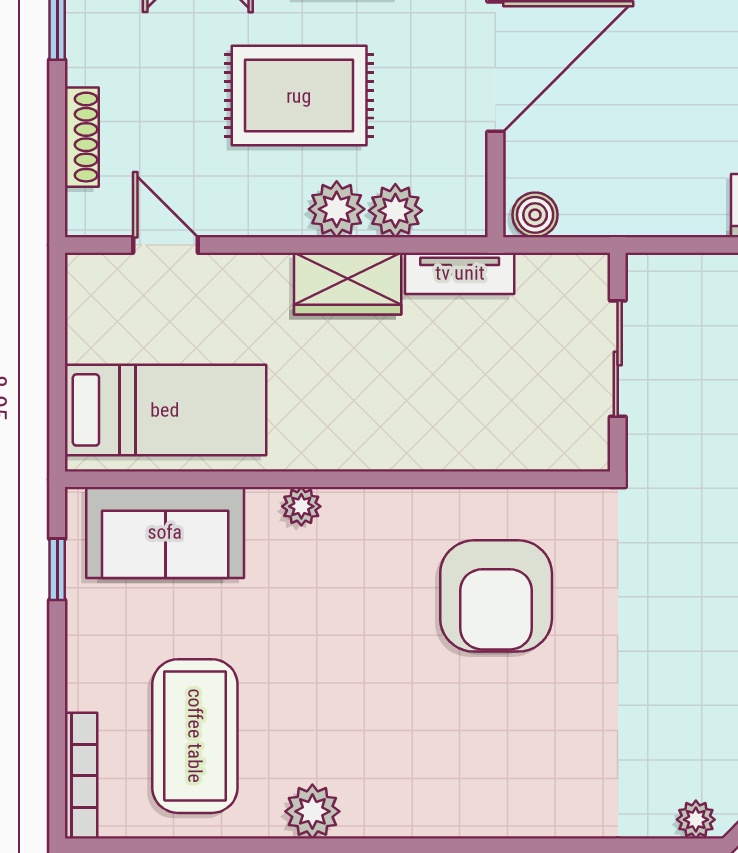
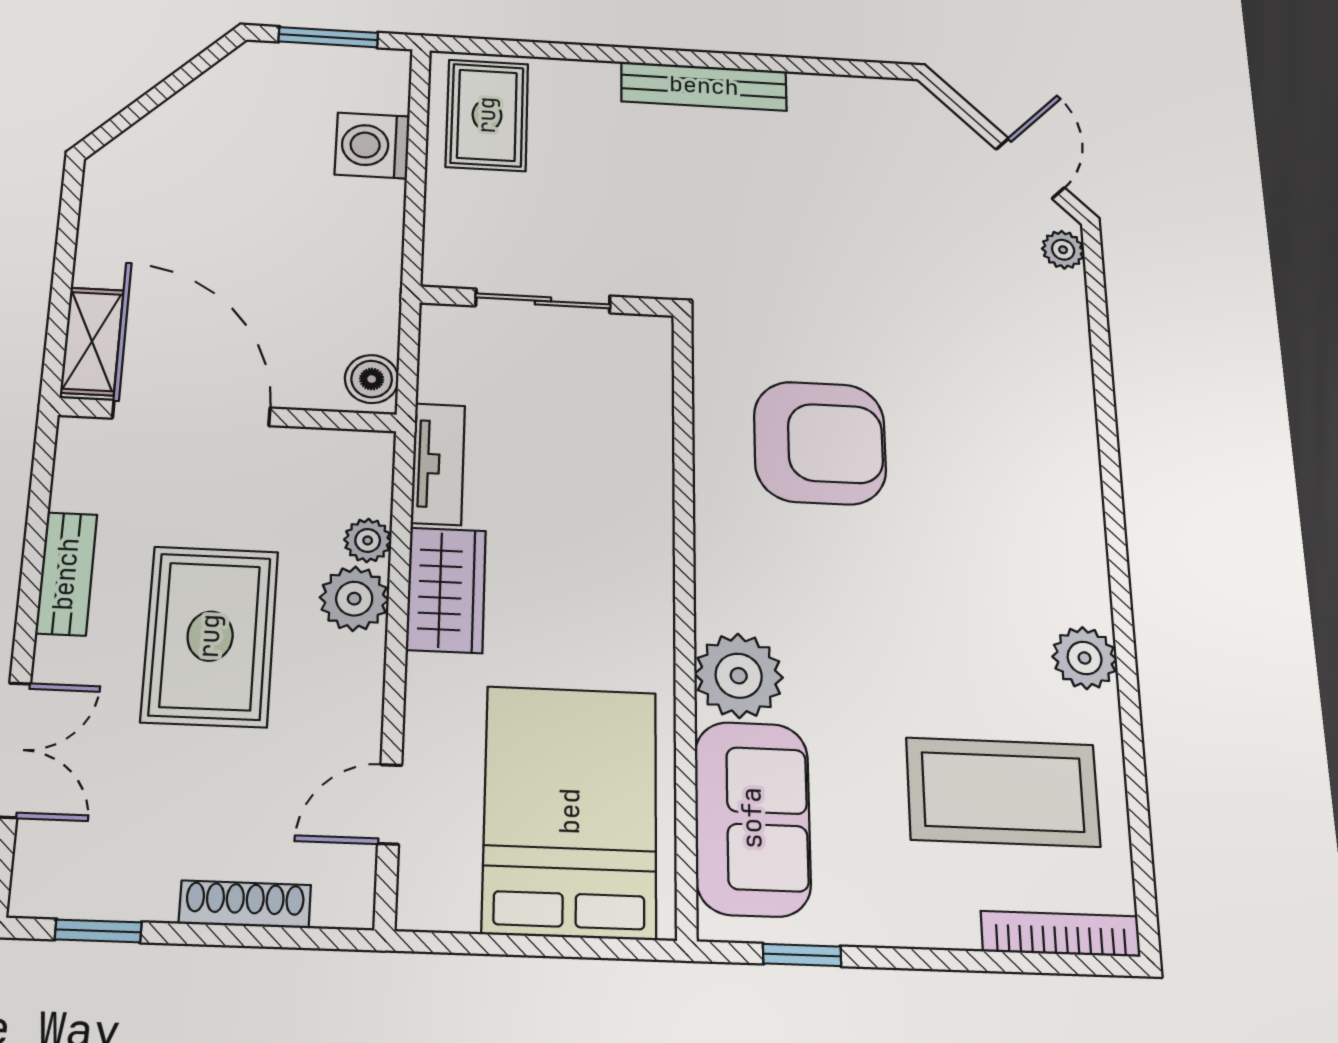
plant: (395, 211) -> (368, 540), width x0.73, depth x0.73
bed: (165, 410) -> (570, 811), width x1.50
plant: (301, 506) -> (739, 676), width x1.88, depth x1.88

